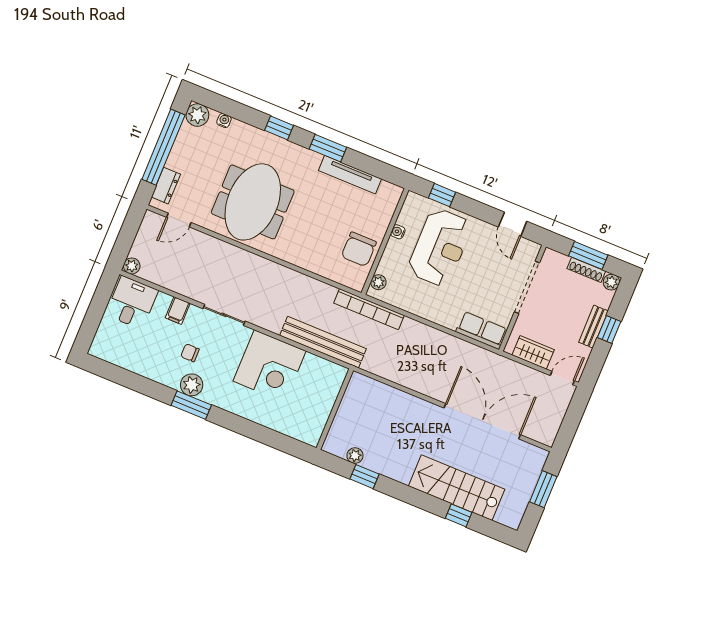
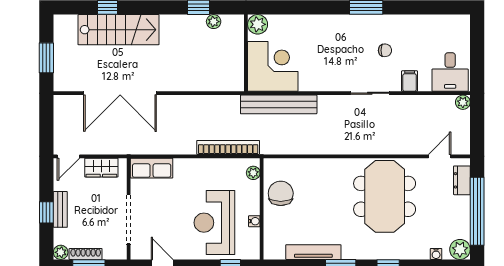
bookcase: (369, 309) -> (228, 147), moved
corner desk: (270, 366) -> (273, 66), moved, turned 90
plant: (192, 385) -> (258, 24), moved

